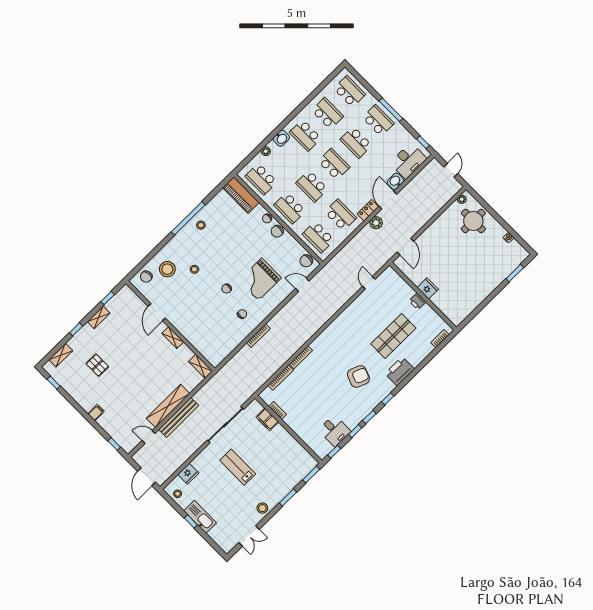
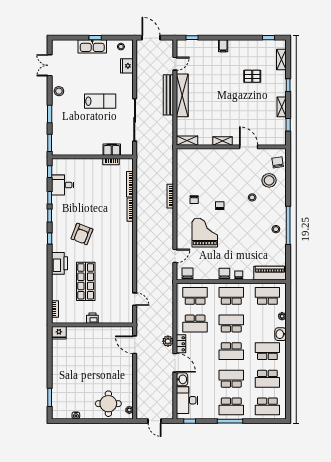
fridge: (428, 288) -> (59, 333), moved

